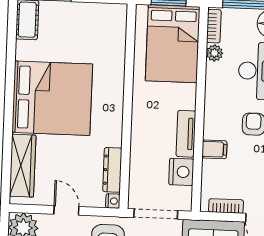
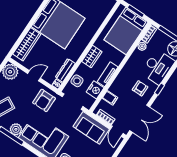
wardrobe: (142, 120) -> (92, 57), added
filing cabinet: (214, 149) -> (110, 98), moved
side table: (142, 175) -> (77, 81), added
door: (66, 210) -> (34, 76), hinge flipped

